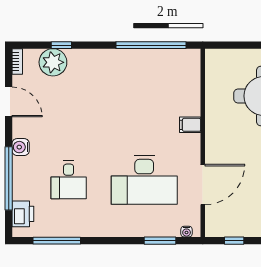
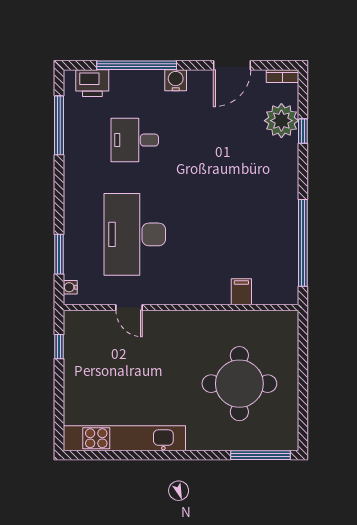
filing cabinet: (190, 125) -> (241, 292), moved
door: (203, 184) -> (129, 307), width x0.53

